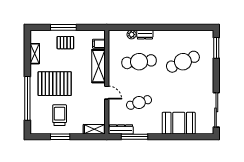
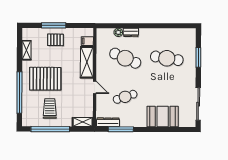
window: (216, 48) -> (198, 57), moved
cafe table: (139, 62) -> (125, 58), turned 30
cafe table: (183, 62) -> (167, 58), turned 33
window: (60, 137) -> (50, 129), width x2.11

